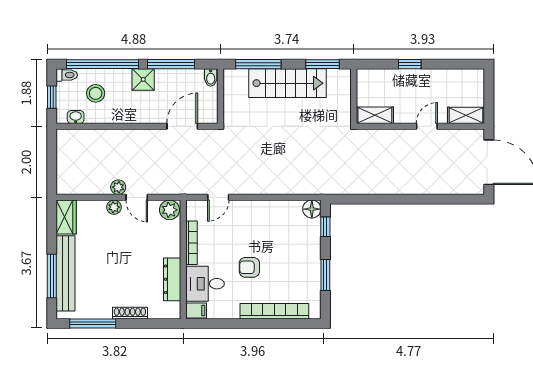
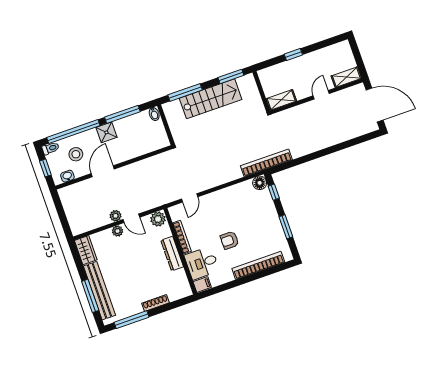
door: (182, 126) -> (103, 171), moved
bookcase: (329, 187) -> (266, 163), added
dresser: (172, 279) -> (172, 254), moved

